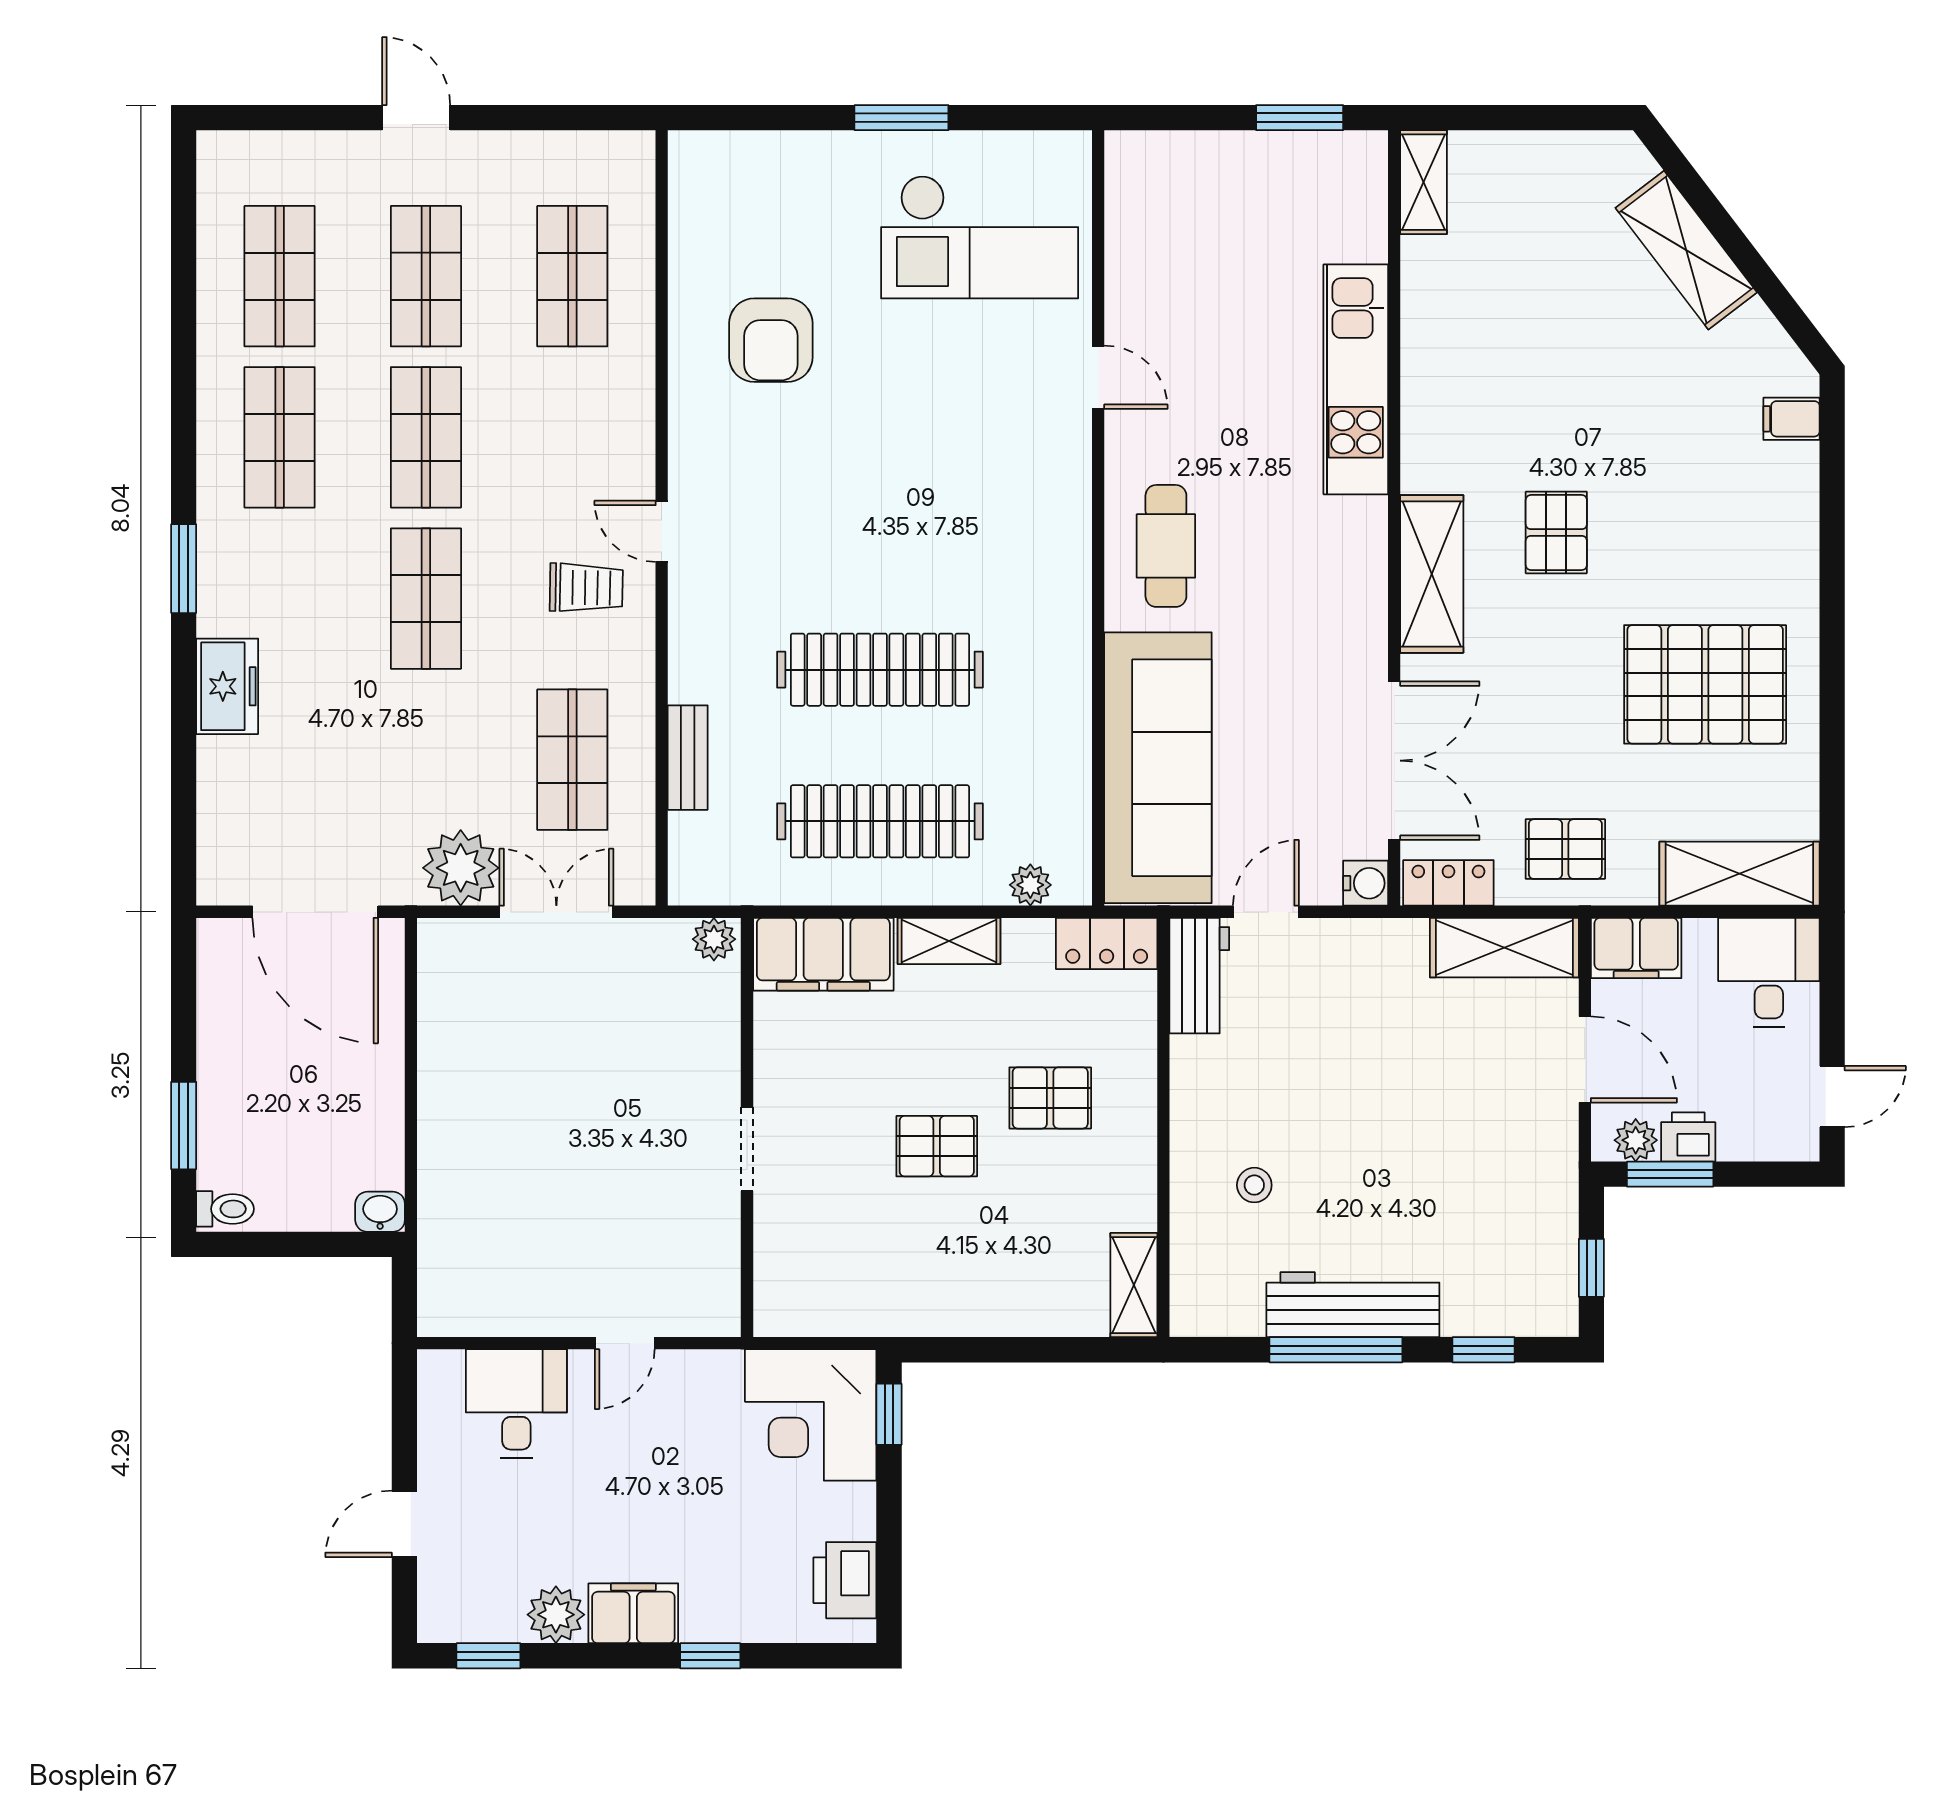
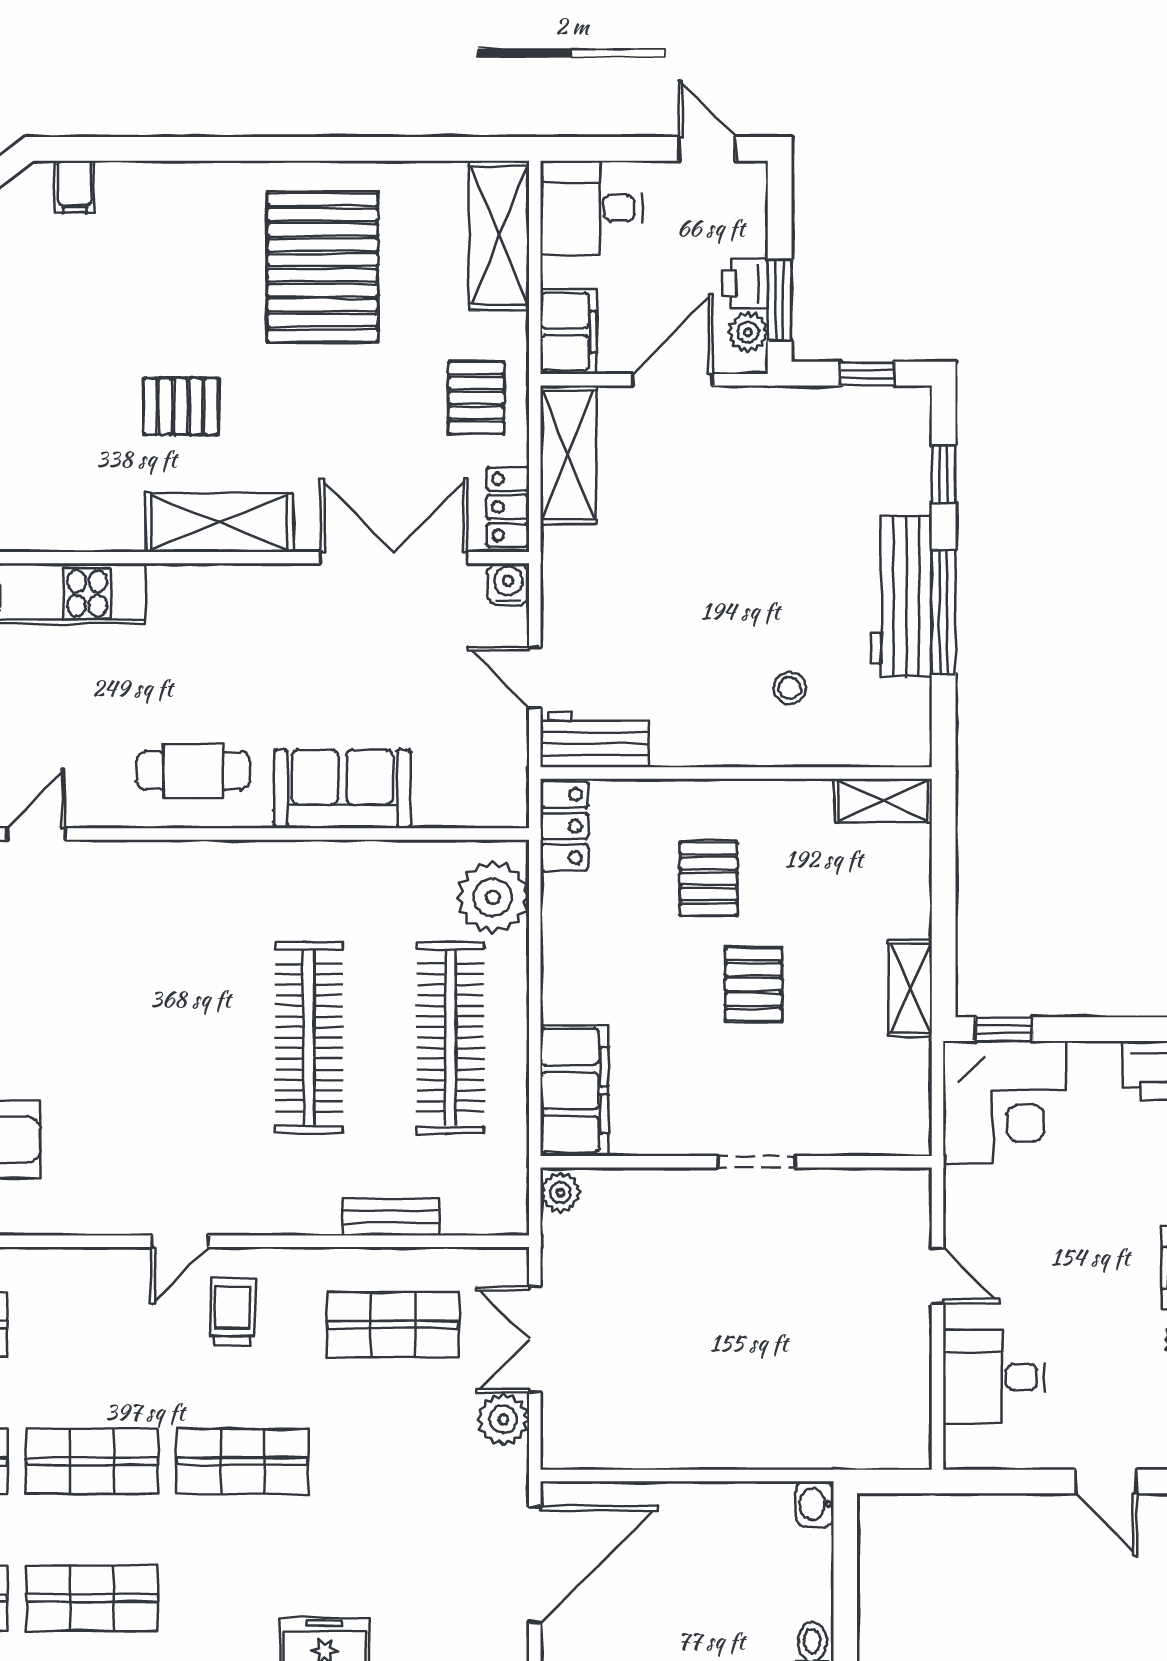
sofa: (1158, 768) -> (342, 789), width x0.54, depth x0.79
plant: (461, 868) -> (503, 1419), width x0.73, depth x0.73
plant: (1030, 885) -> (493, 897), width x1.87, depth x1.87
shelving: (949, 941) -> (910, 988), moved

